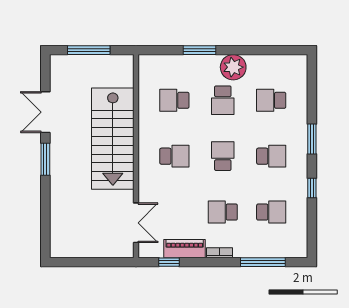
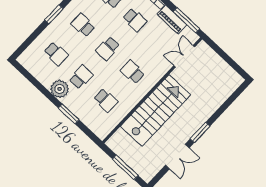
window: (169, 262) -> (186, 20), width x2.17

